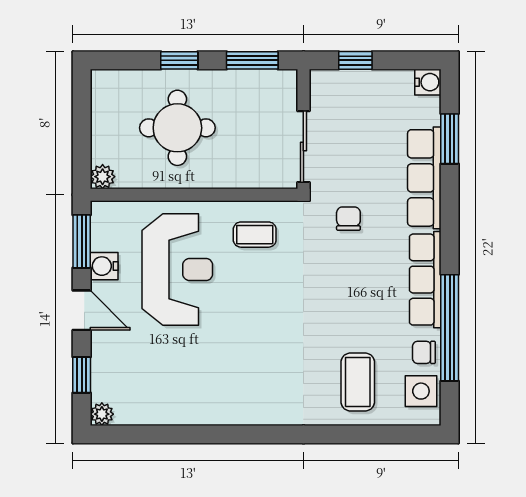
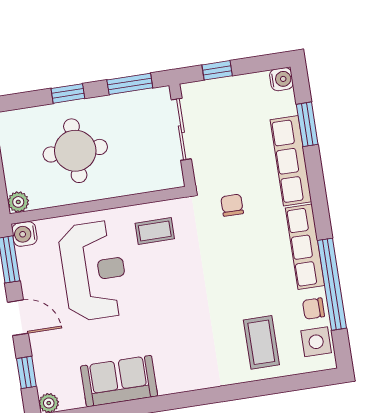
sliding door: (303, 147) -> (181, 129), moved
water cooler: (104, 266) -> (25, 234), moved
sofa: (187, 401) -> (119, 381), added

